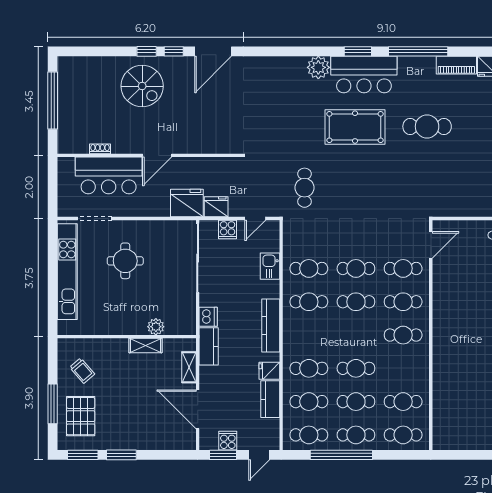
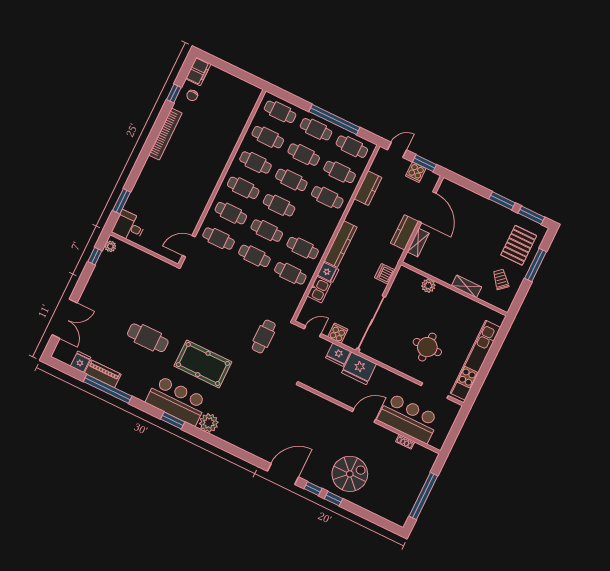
window: (418, 51) -> (108, 389), moved
spiral stairs: (142, 86) -> (350, 474), turned 90
cafe table: (356, 335) -> (279, 205), added
shelving: (145, 346) -> (467, 286), moved
kitchen counter: (209, 346) -> (405, 232), moved
cafe table: (403, 368) -> (255, 162), added
fridge: (269, 371) -> (328, 272), moved

